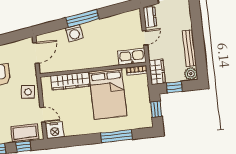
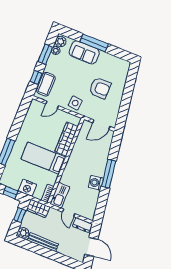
washing machine: (74, 33) -> (96, 183), moved
door: (36, 53) -> (101, 125), hinge flipped
bed: (108, 94) -> (43, 158), width x0.67
nightstand: (55, 130) -> (27, 188), moved, turned -90

